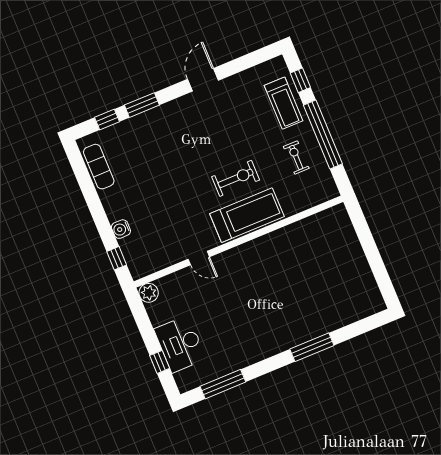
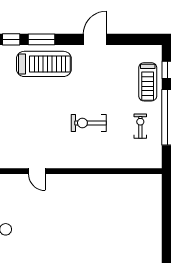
exercise bike: (236, 178) -> (89, 123), turned 180
treadmill: (247, 215) -> (44, 64), moved

